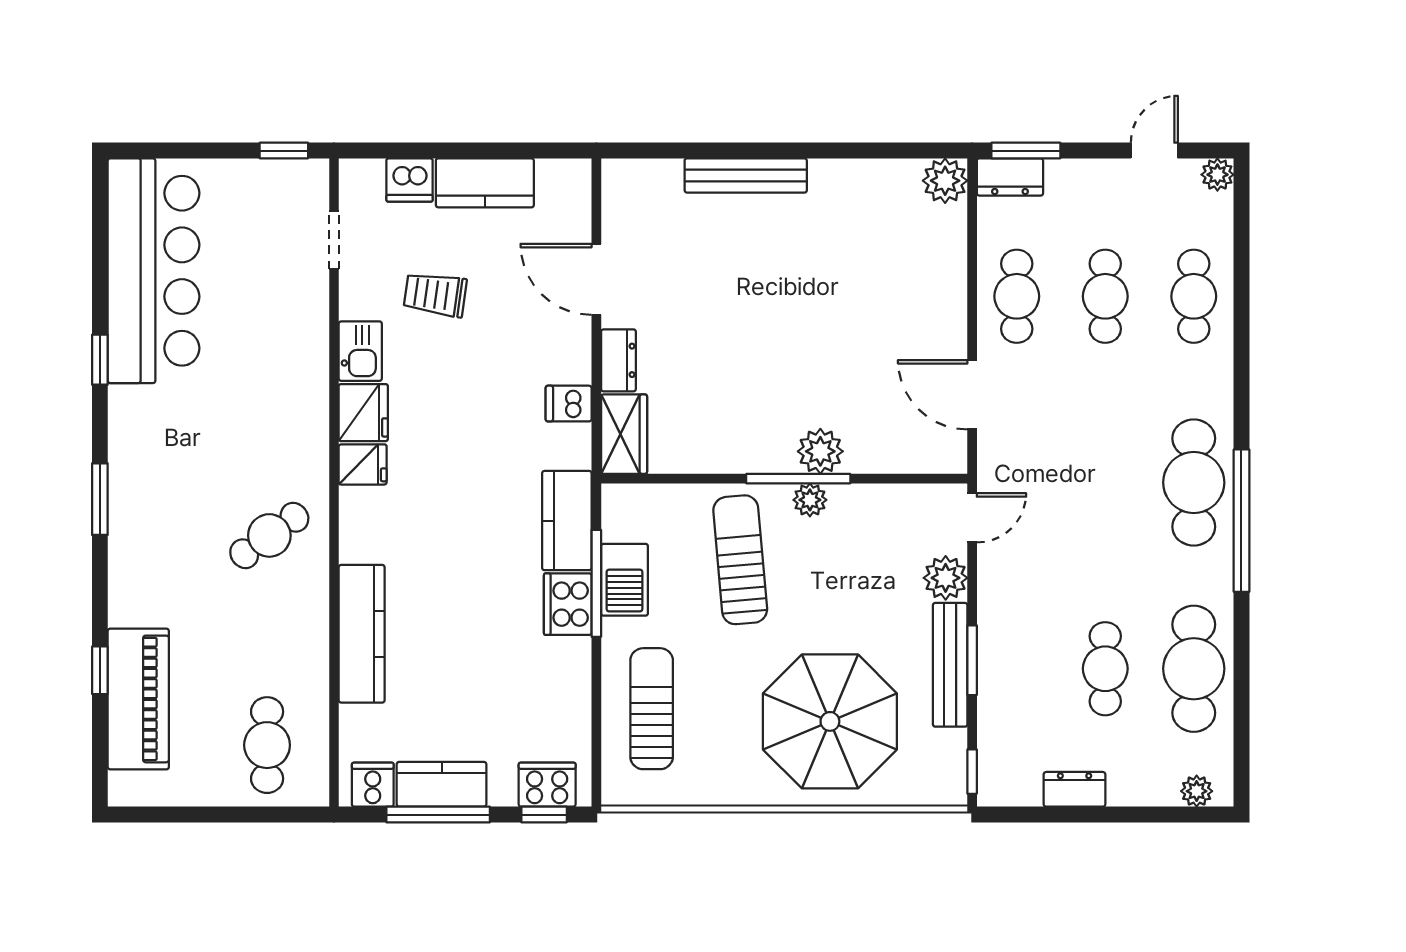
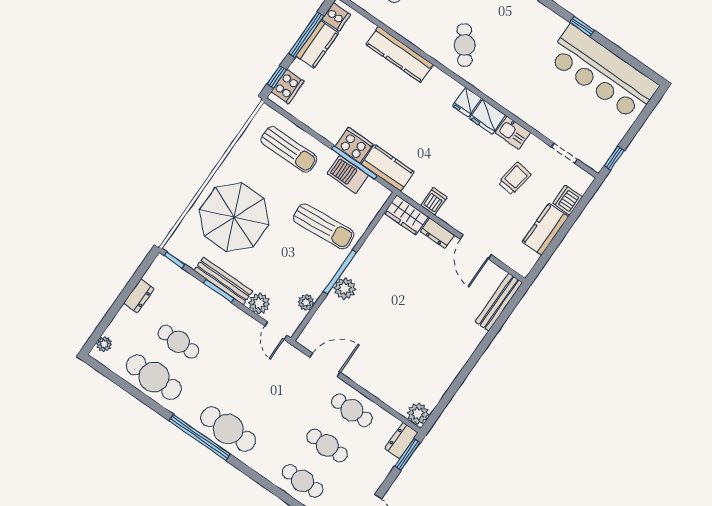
bench: (746, 175) -> (499, 302), moved
door: (596, 279) -> (476, 247), swing flipped
plant: (810, 500) -> (306, 302), moved

